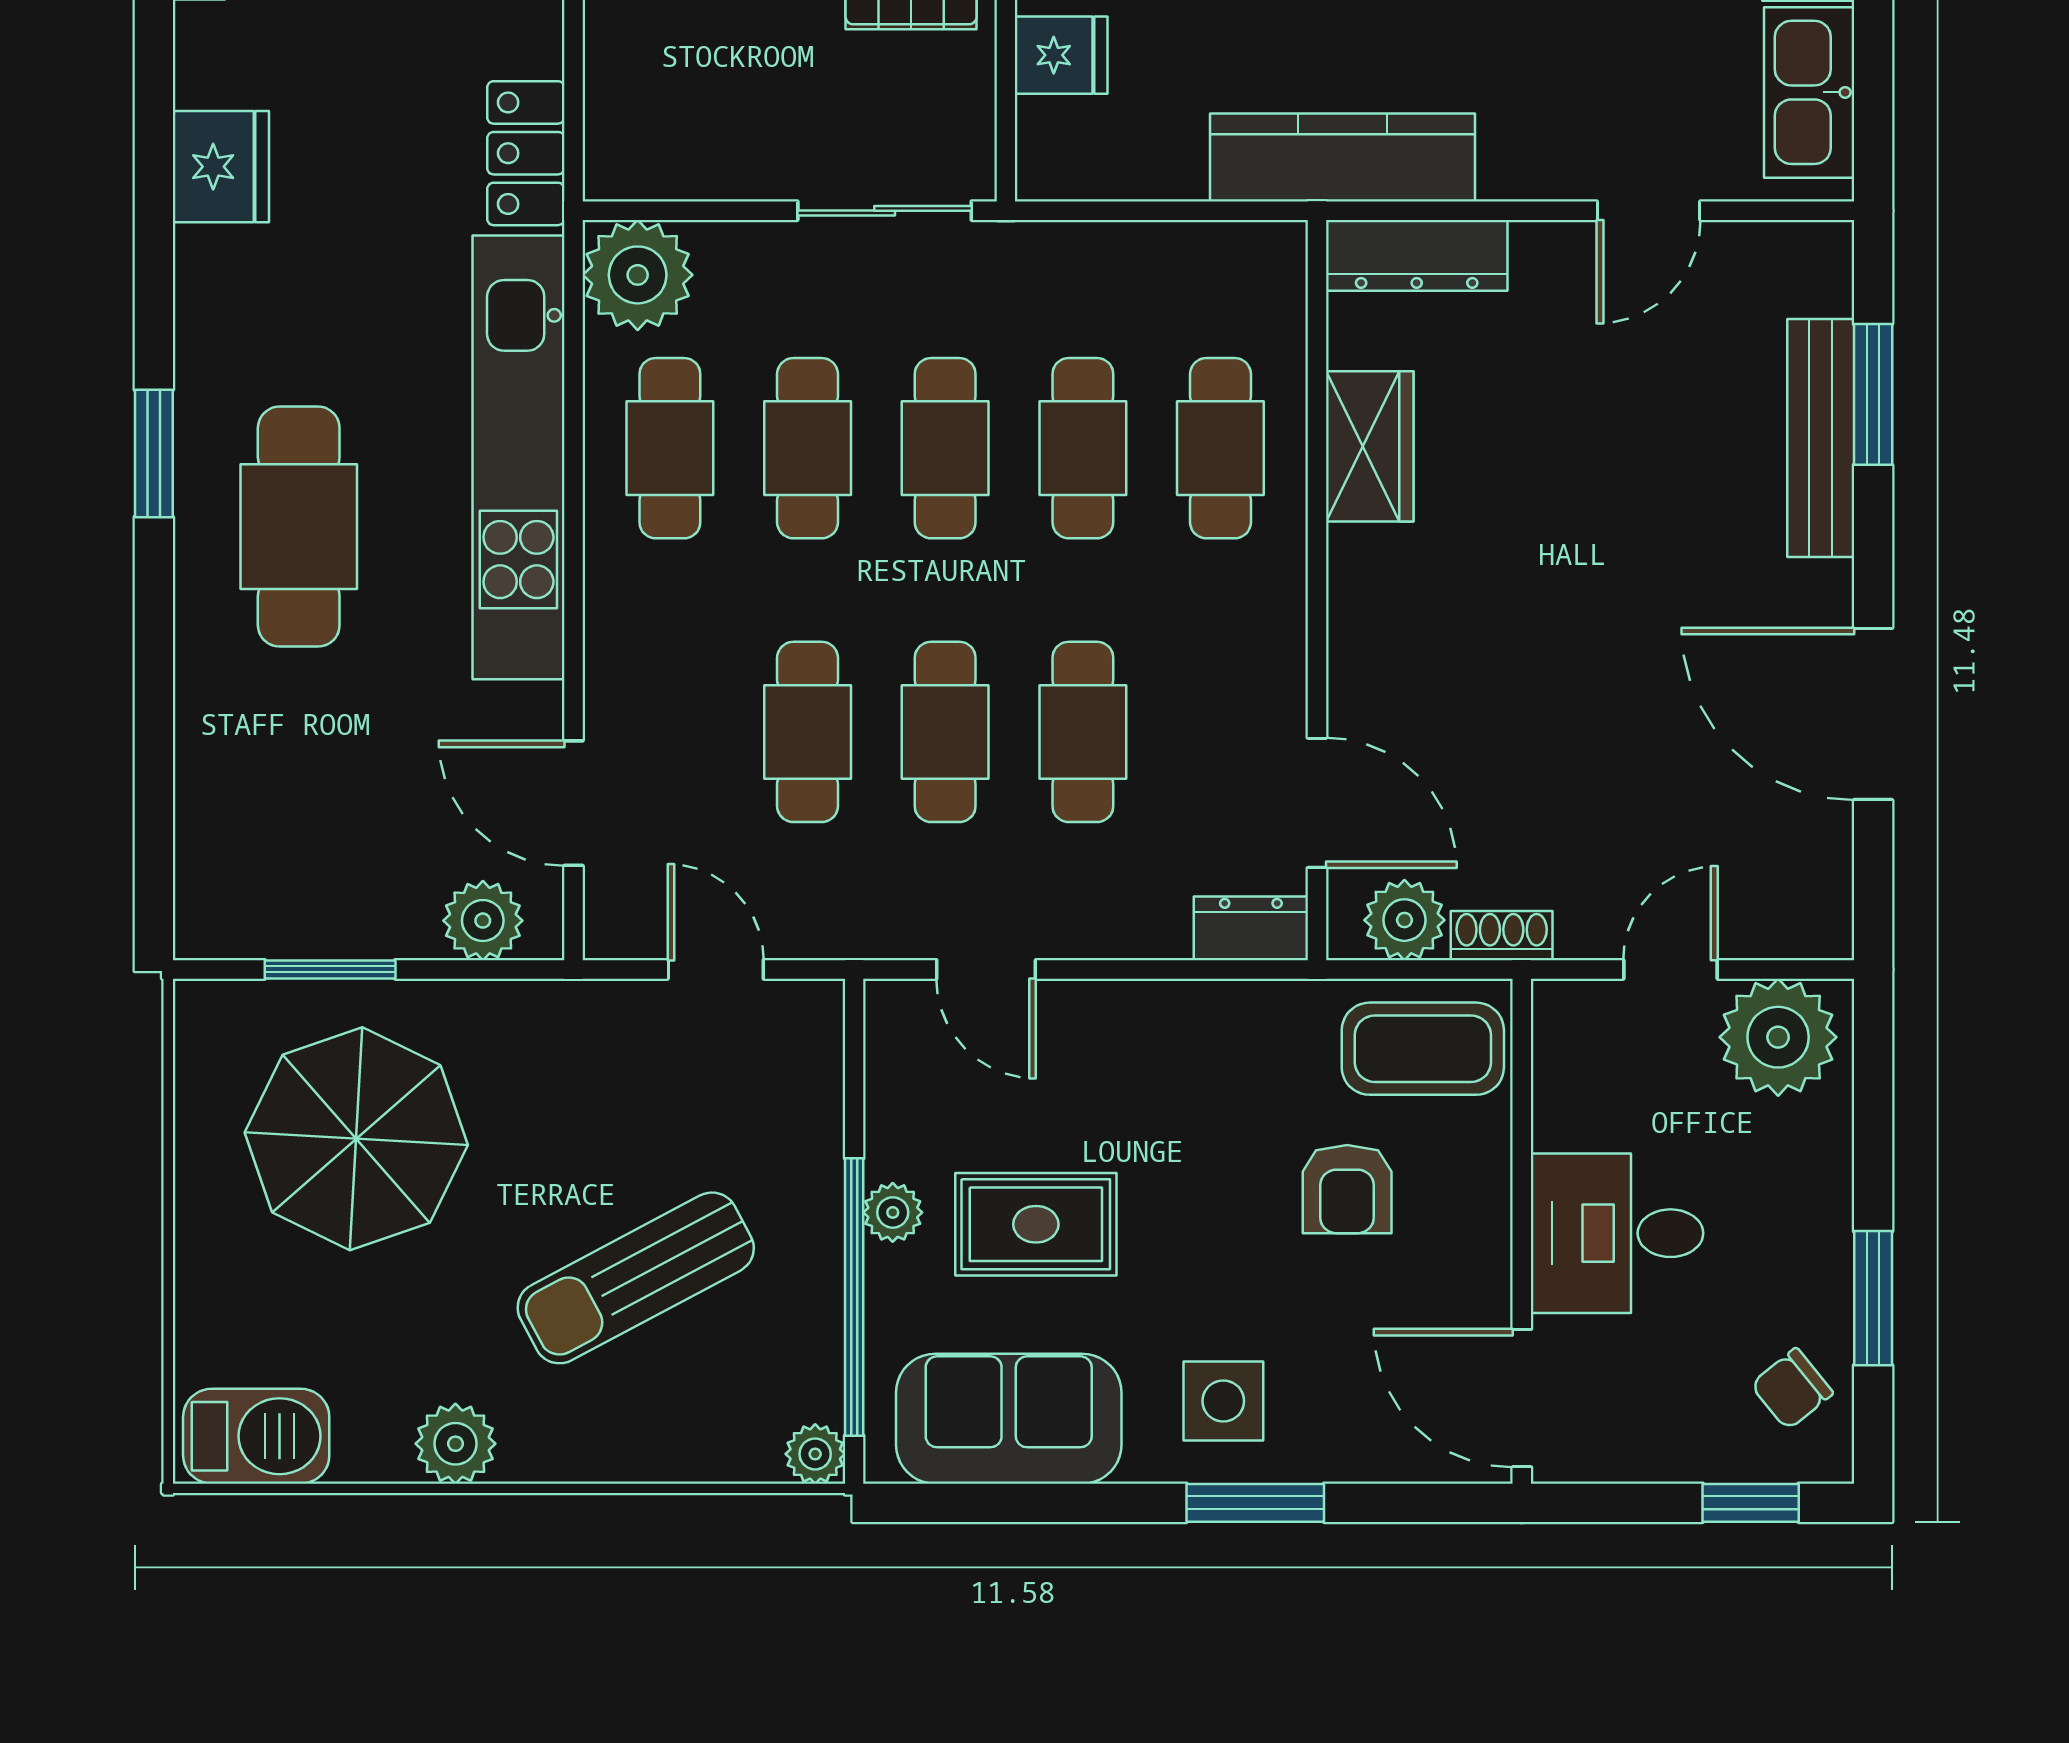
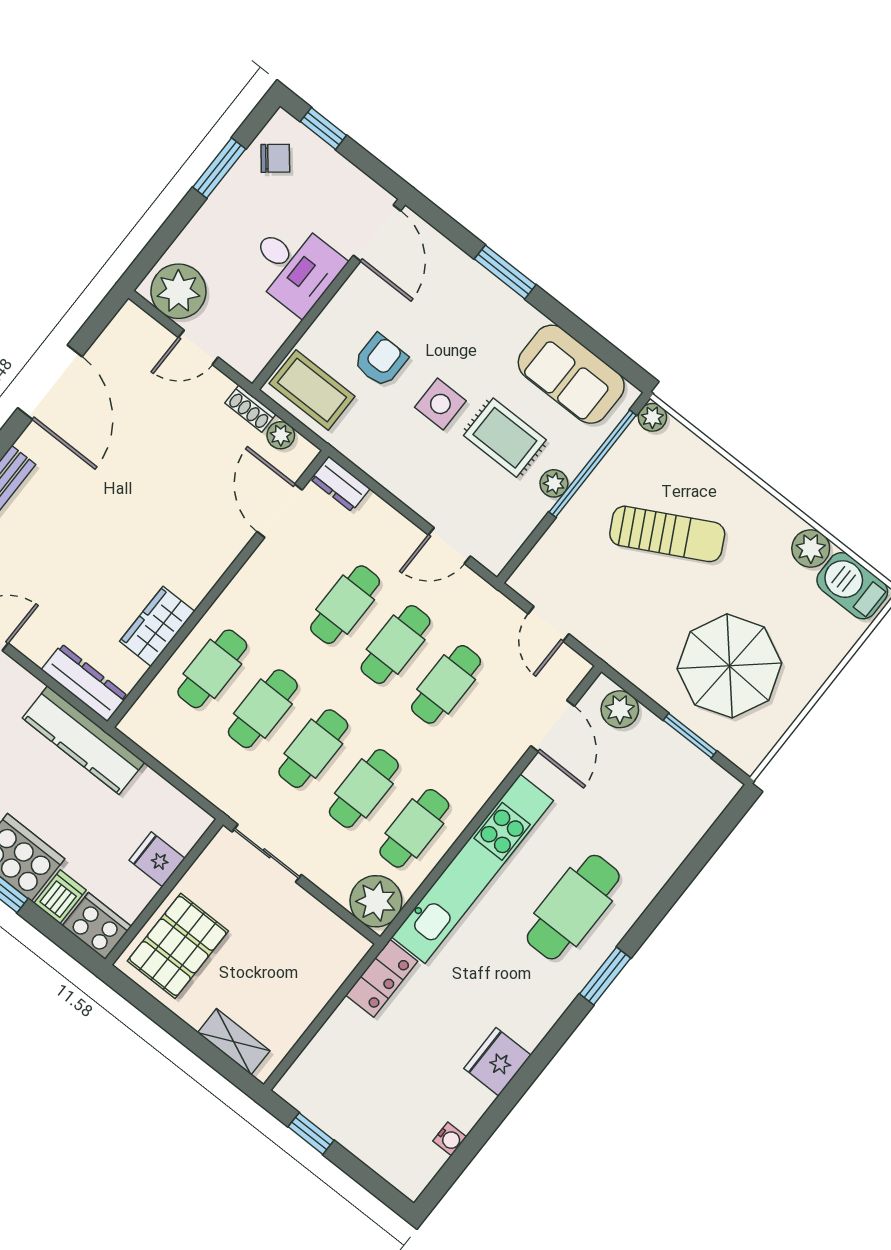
plant: (1404, 920) -> (281, 435), width x0.73, depth x0.73
door: (986, 969) -> (449, 546), swing flipped
side table: (1223, 1401) -> (440, 404), moved
plant: (455, 1444) -> (811, 549), moved

